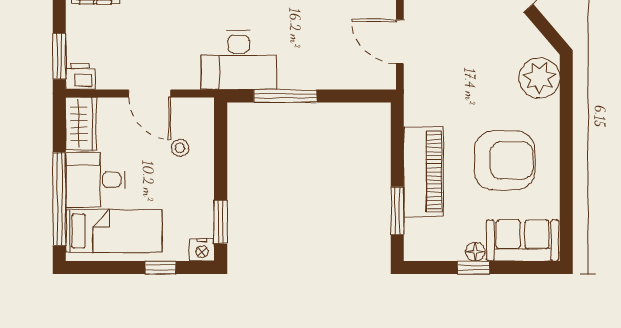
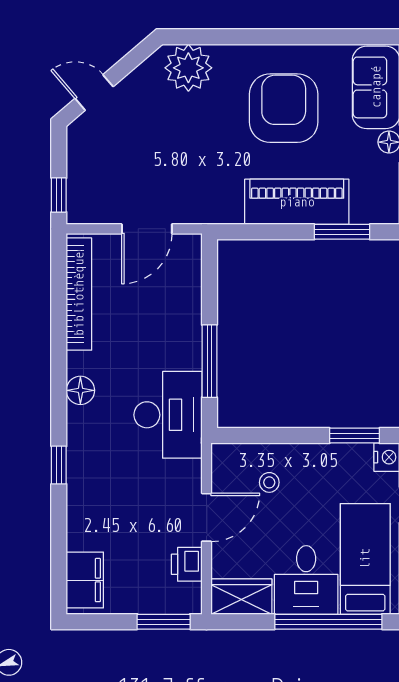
printer: (80, 76) -> (187, 564), moved

